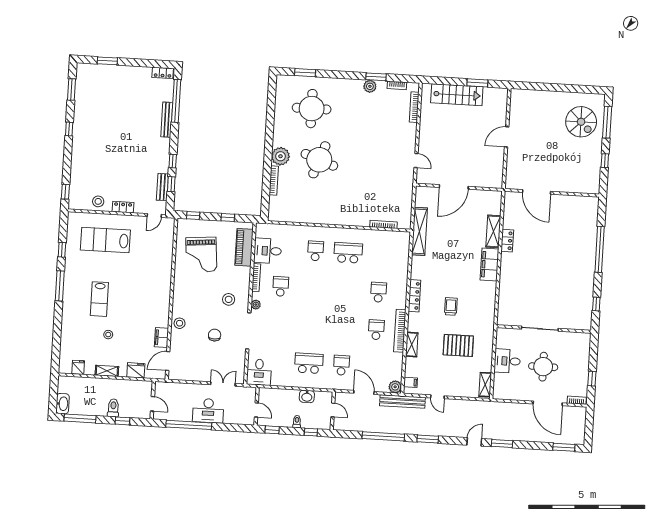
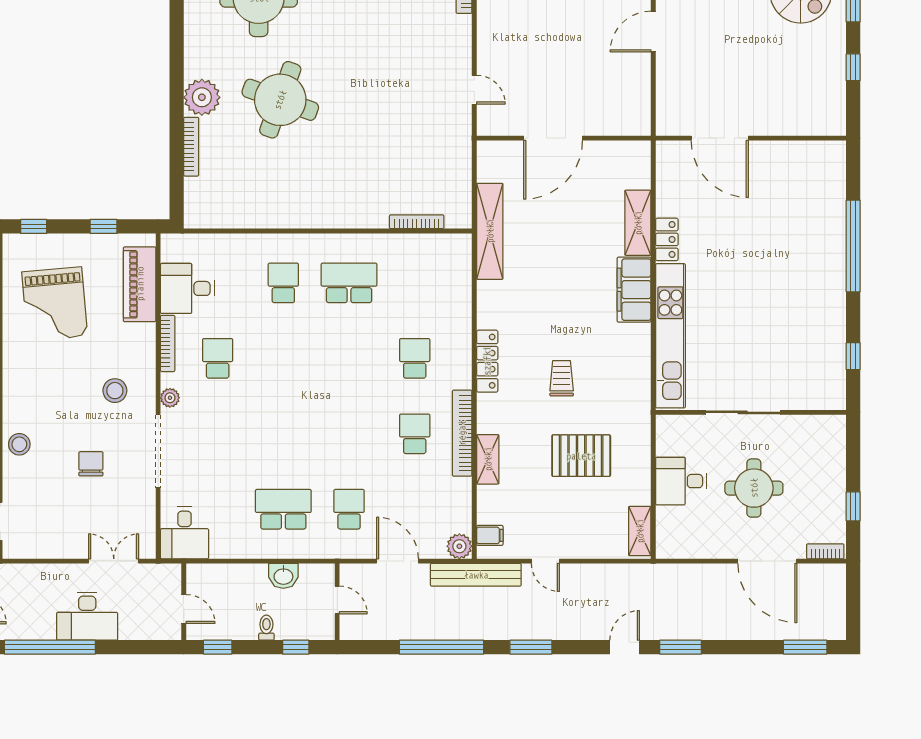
kitchen unit: (506, 289) -> (670, 336), added

